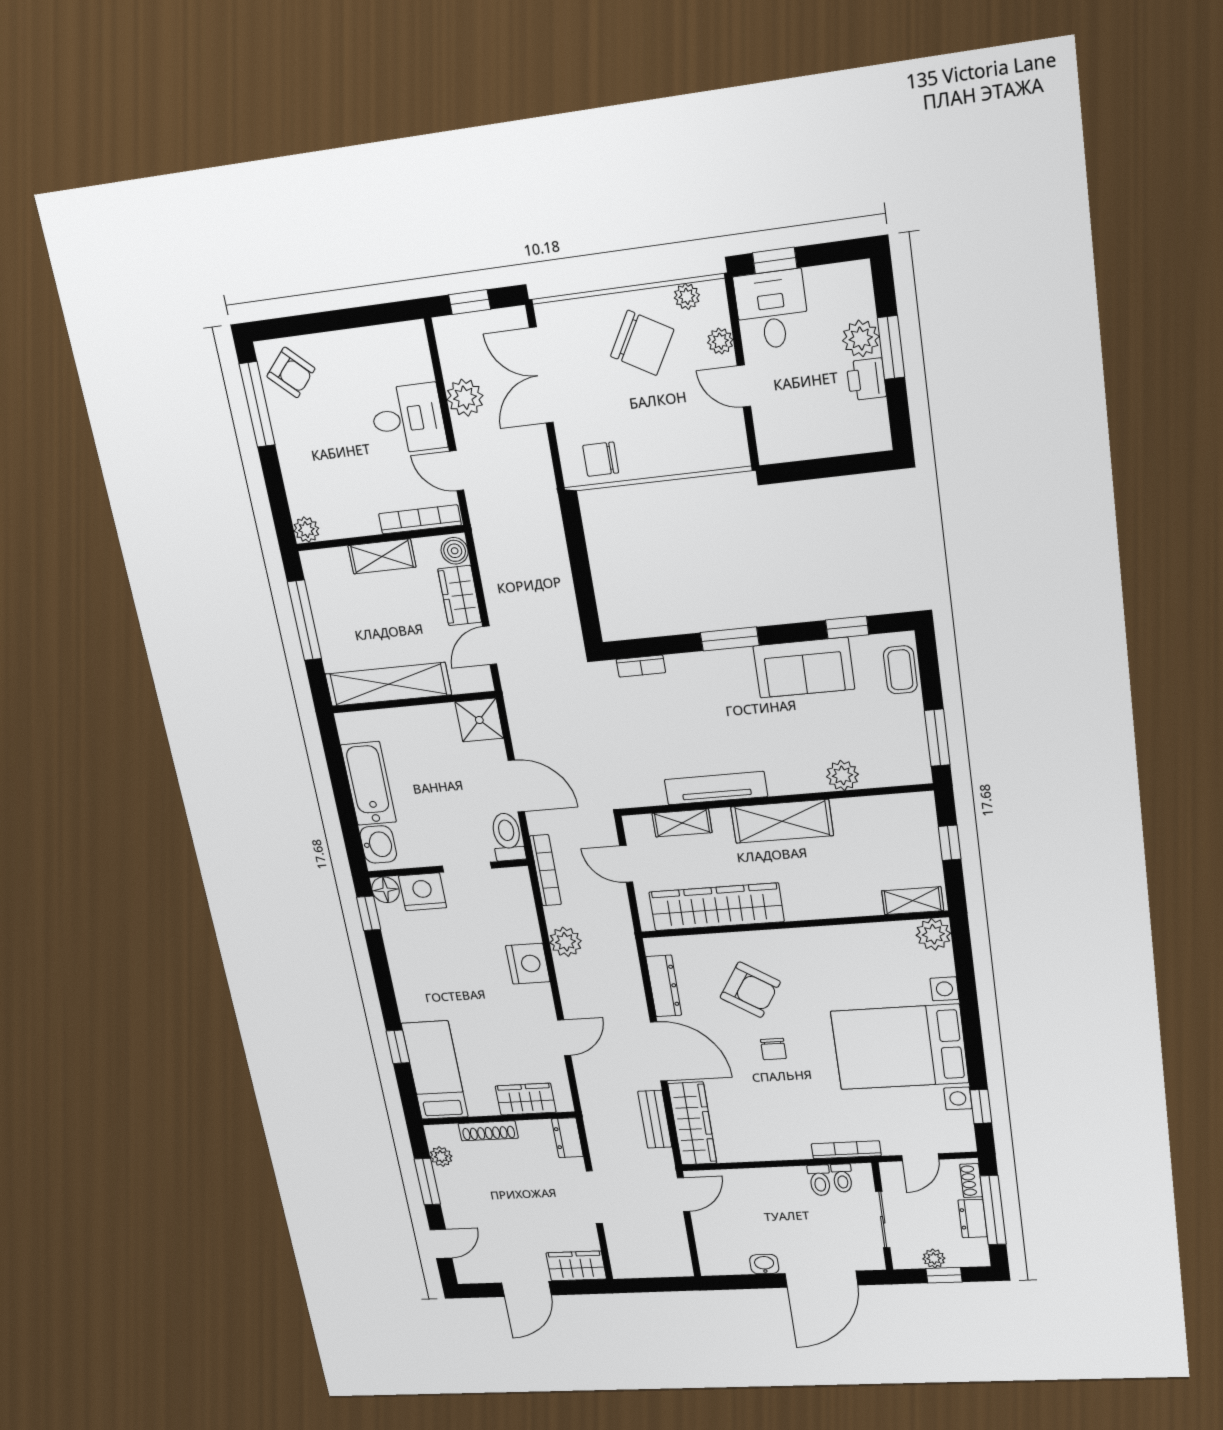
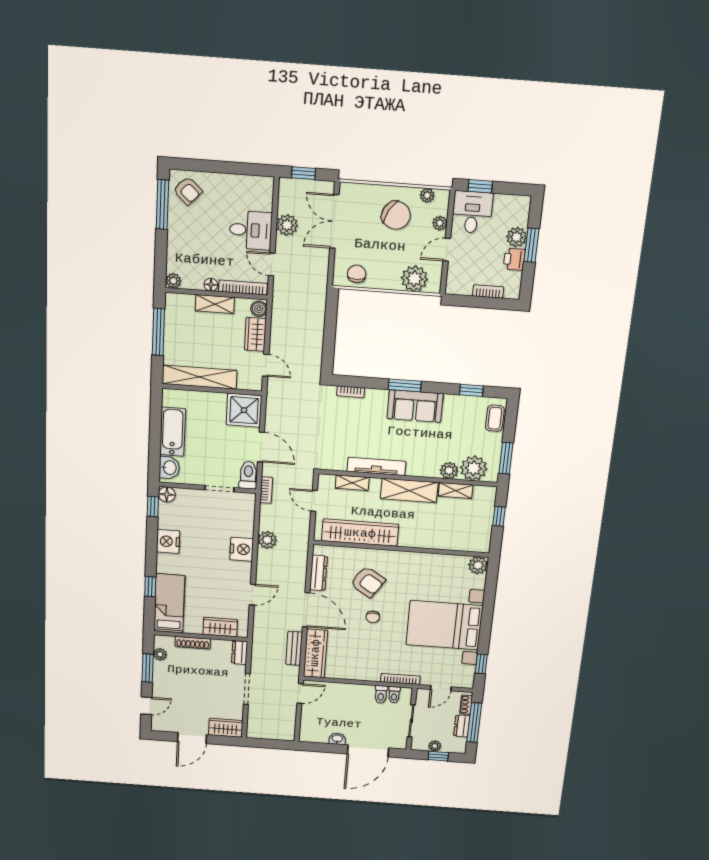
door: (744, 386) -> (447, 250), hinge flipped
bookcase: (834, 446) -> (488, 291), added
plant: (701, 448) -> (414, 279), added
chair: (601, 459) -> (357, 274), turned 90
floor lamp: (367, 525) -> (211, 285), added
door: (490, 645) -> (266, 365), swing flipped
sofa: (804, 668) -> (415, 406), moved
shower: (479, 720) -> (244, 410), width x1.36, depth x1.36
plant: (884, 765) -> (474, 468), added
bookcase: (545, 870) -> (266, 490), width x0.64
nightstand: (423, 892) -> (168, 541), moved, turned -90
shelving: (913, 901) -> (456, 491), moved

